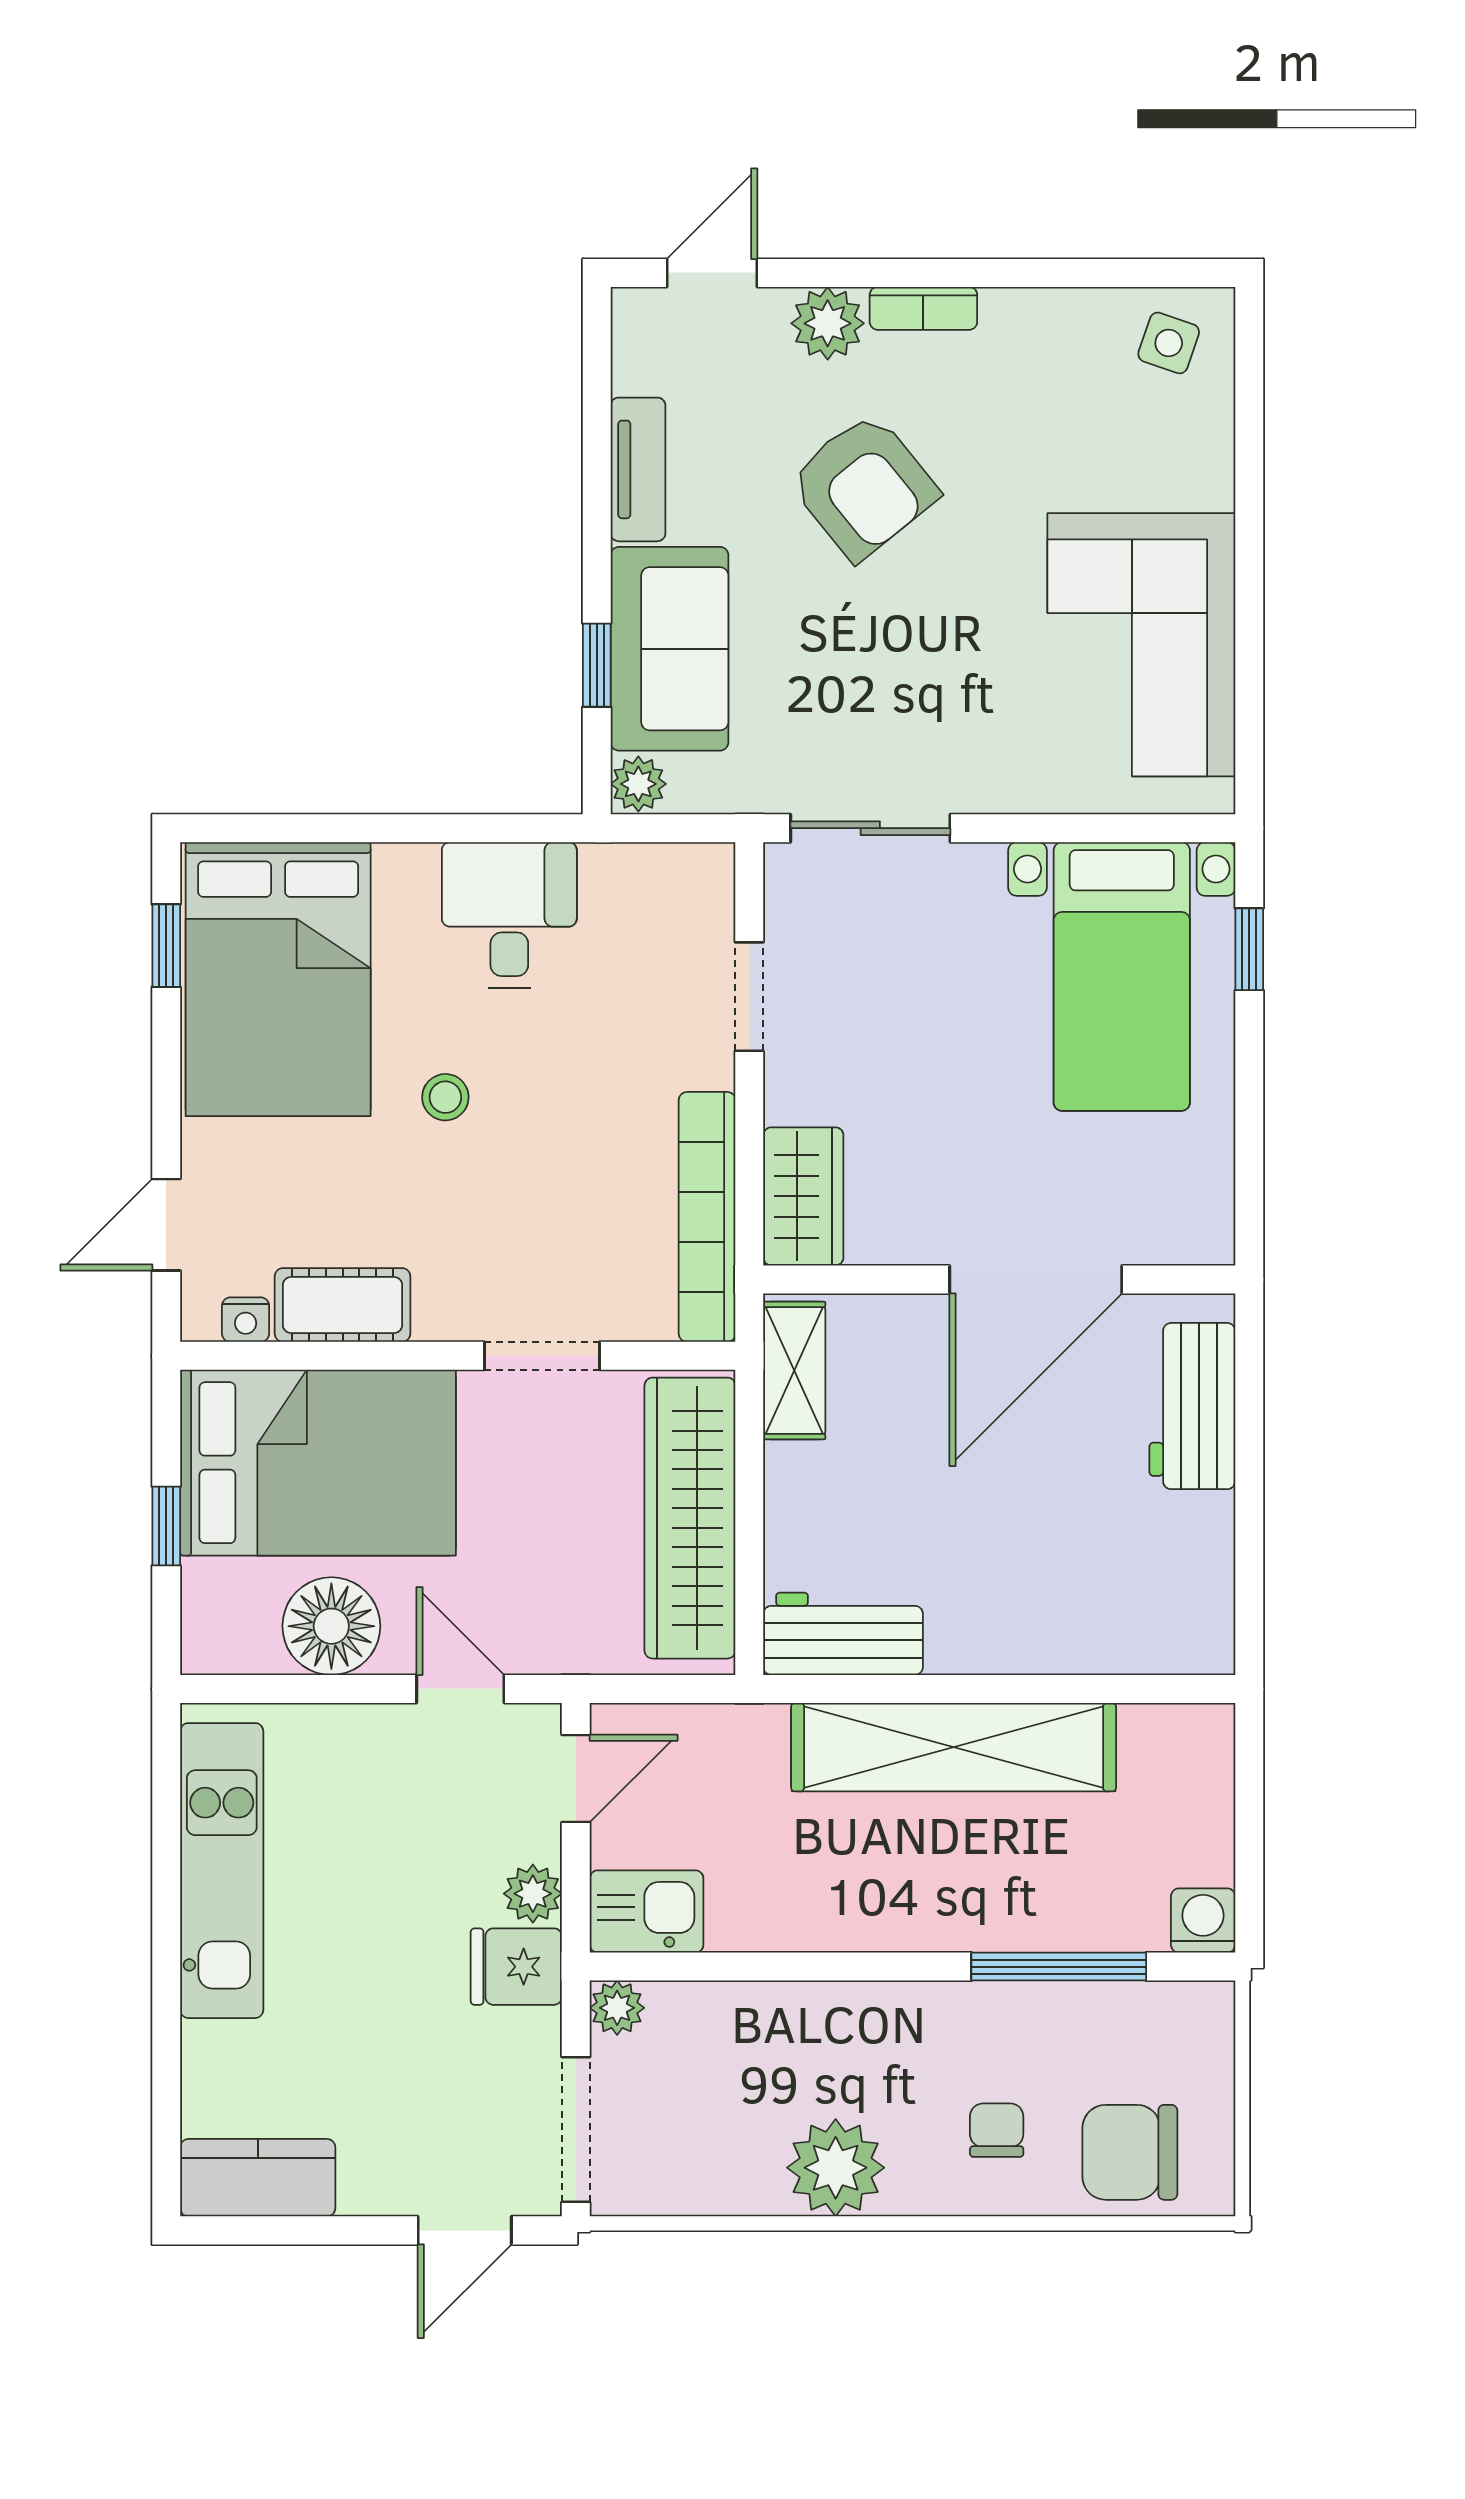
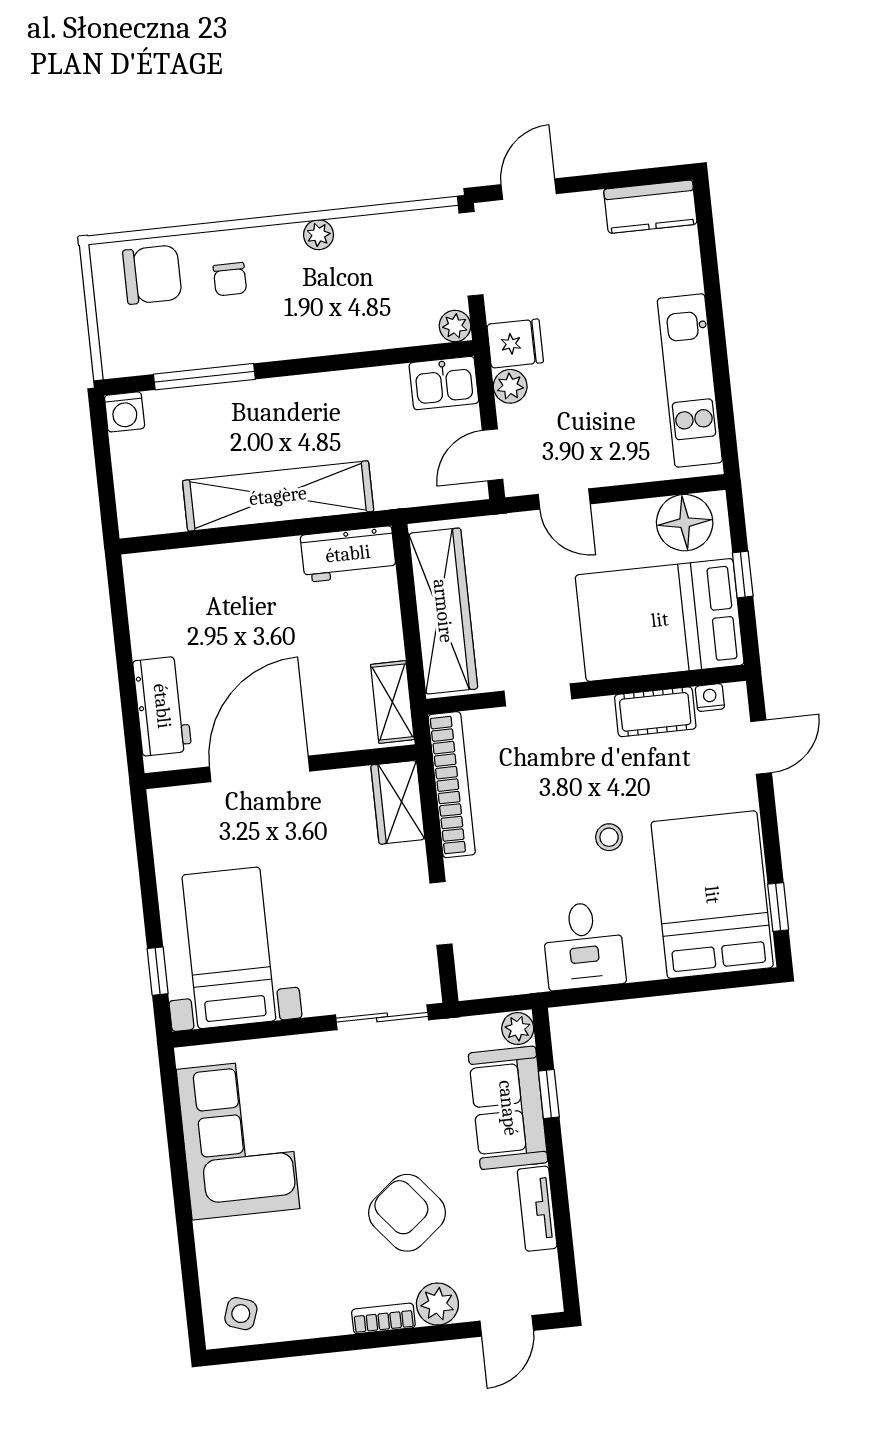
floor lamp: (331, 1626) -> (685, 523), moved
plant: (836, 2168) -> (319, 235), width x0.53, depth x0.53

